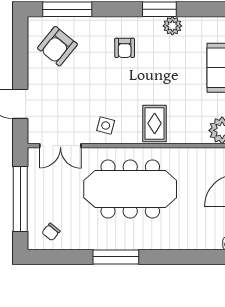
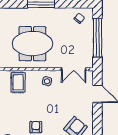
double door: (60, 146) -> (74, 69), swing flipped
meeting table: (130, 189) -> (32, 44), width x0.73

